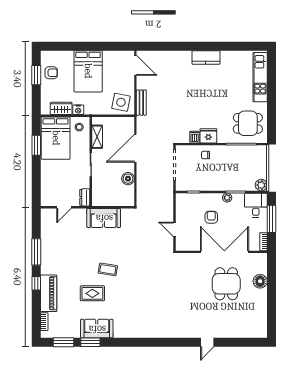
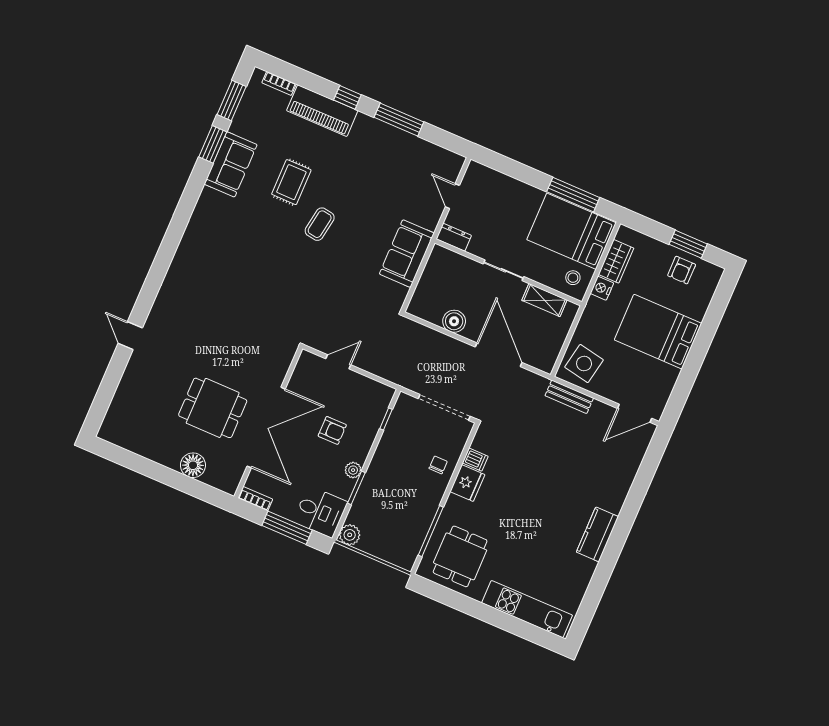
window: (36, 145) -> (573, 195), width x1.44

